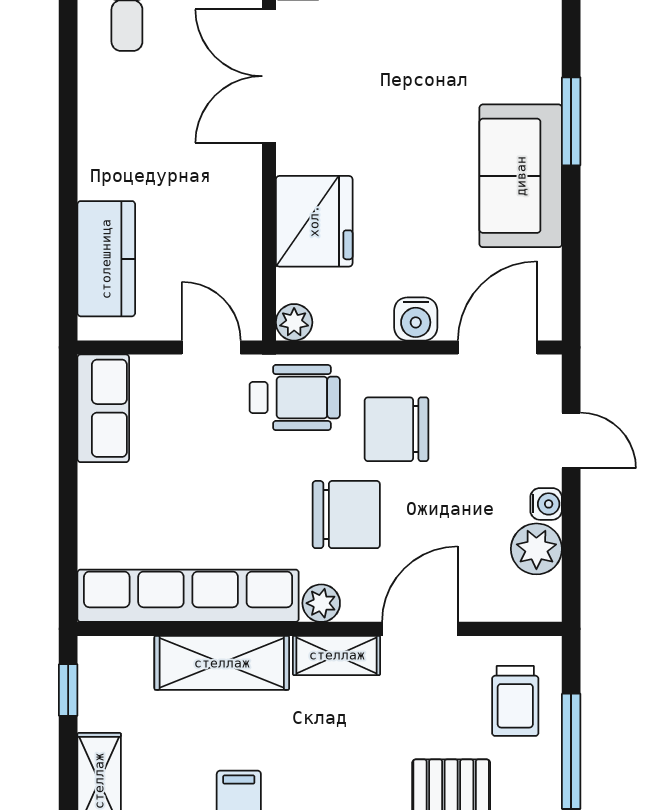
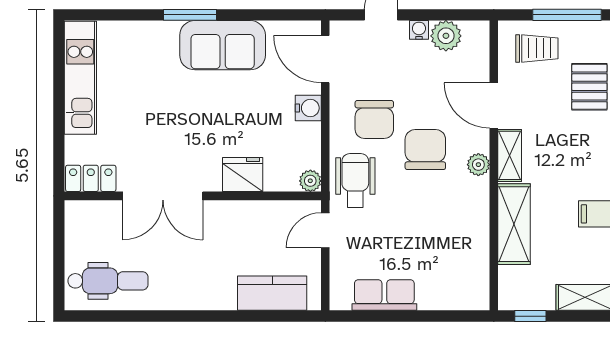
fridge: (314, 221) -> (243, 175), width x0.73, depth x0.75
row of seats: (103, 408) -> (384, 295), moved
row of seats: (188, 596) -> (474, 244), removed

